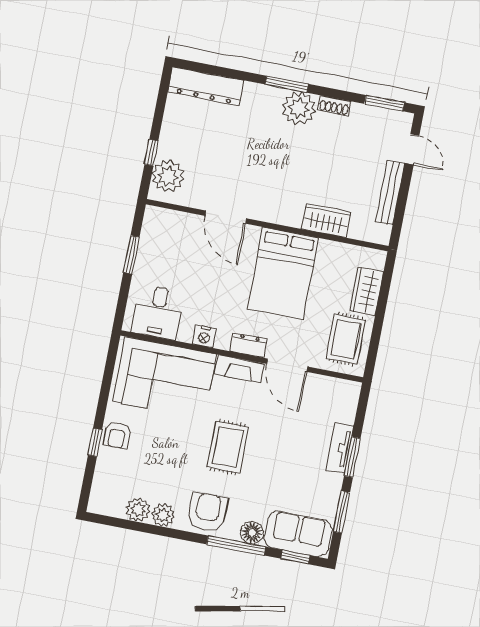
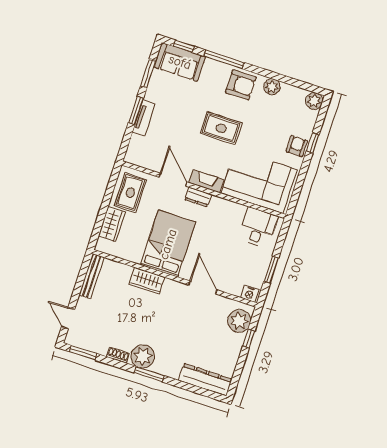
bench: (390, 192) -> (92, 276), moved
wardrobe: (326, 221) -> (147, 281), moved
nightstand: (204, 336) -> (249, 294), moved, turned 180
rug: (228, 447) -> (221, 128), turned 90
plant: (138, 510) -> (314, 101), moved
armchair: (208, 512) -> (241, 85), turned -90
floor lamp: (252, 533) -> (212, 67), removed

